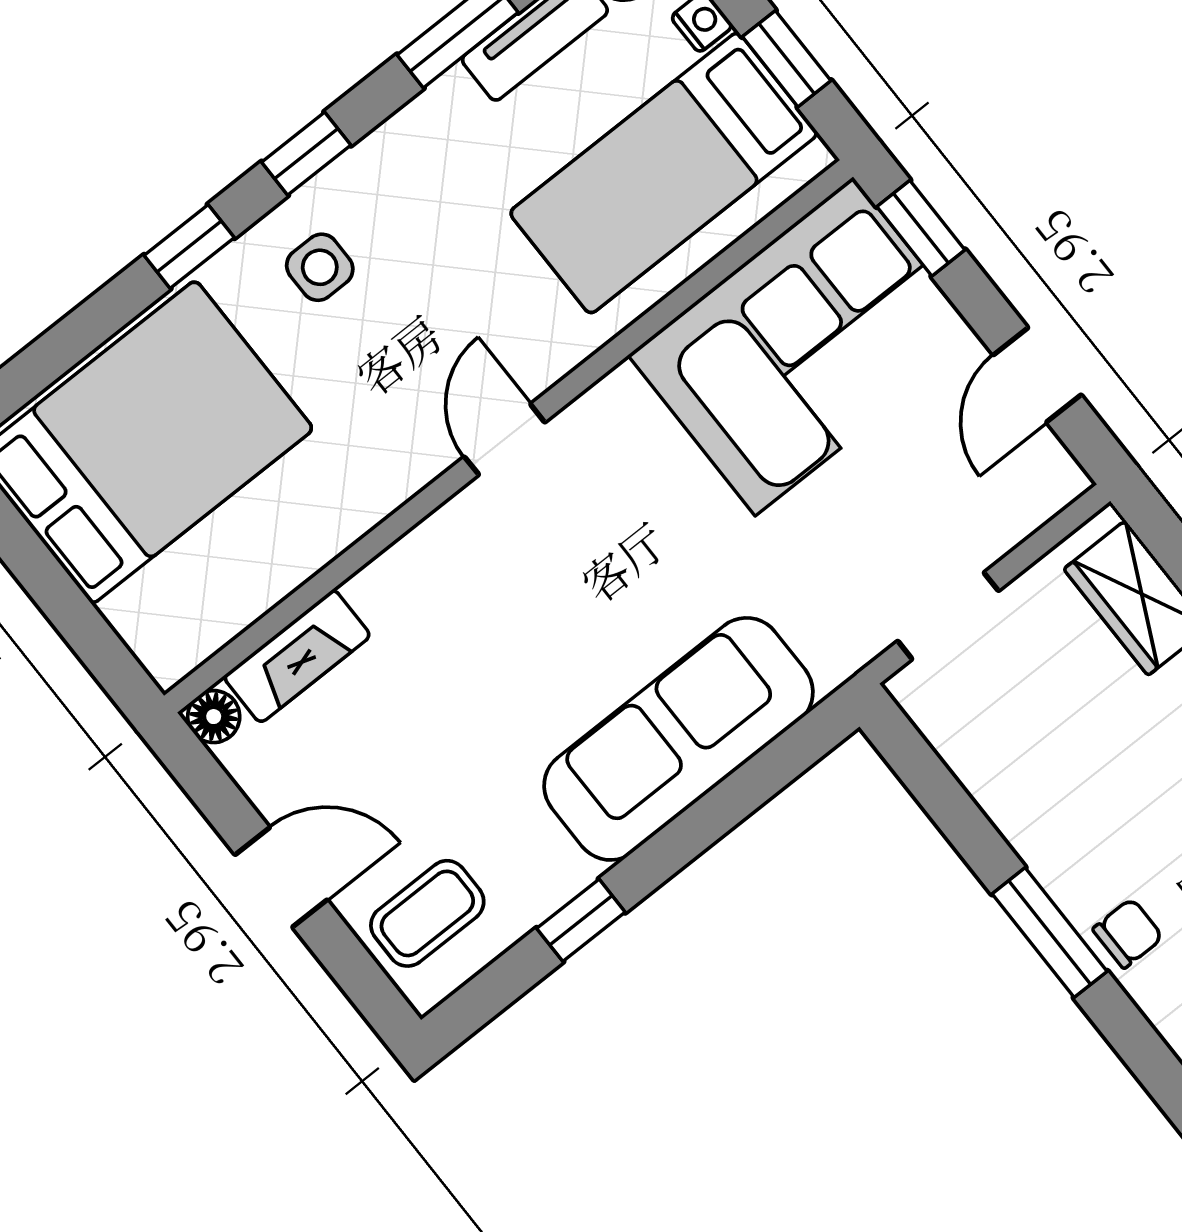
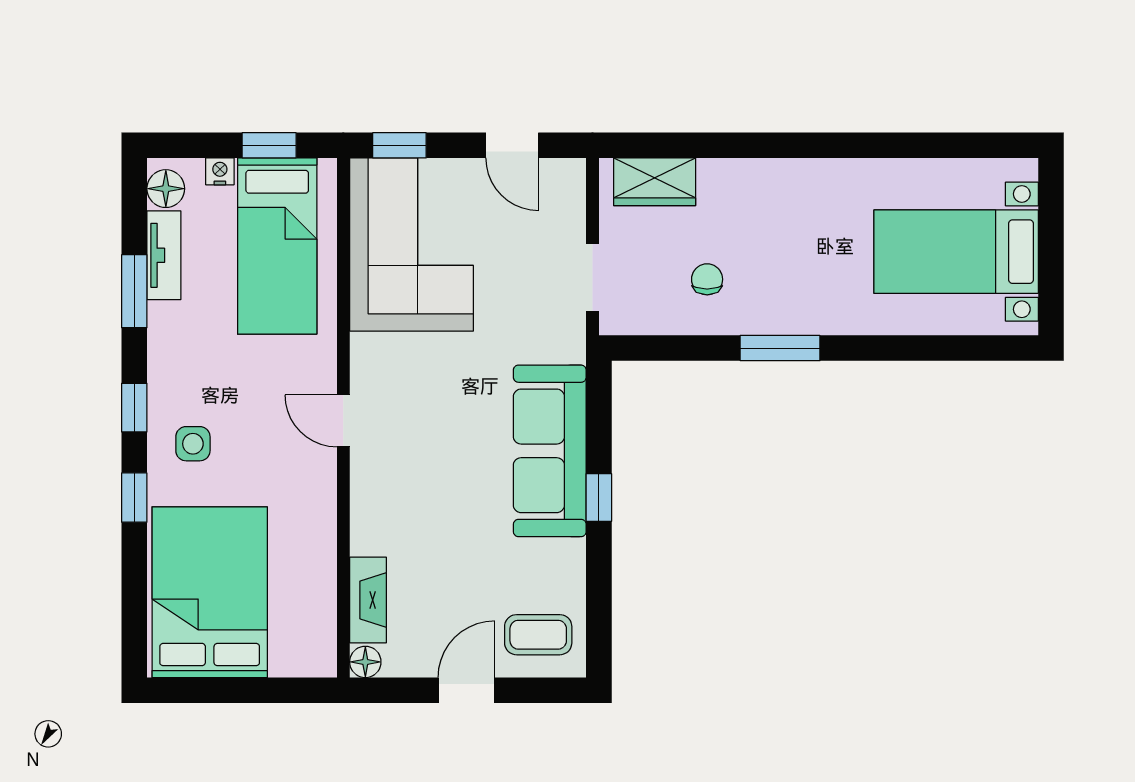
coffee table: (427, 913) -> (538, 635), turned 90
window: (581, 920) -> (599, 497), moved
chair: (1128, 933) -> (707, 279), moved

